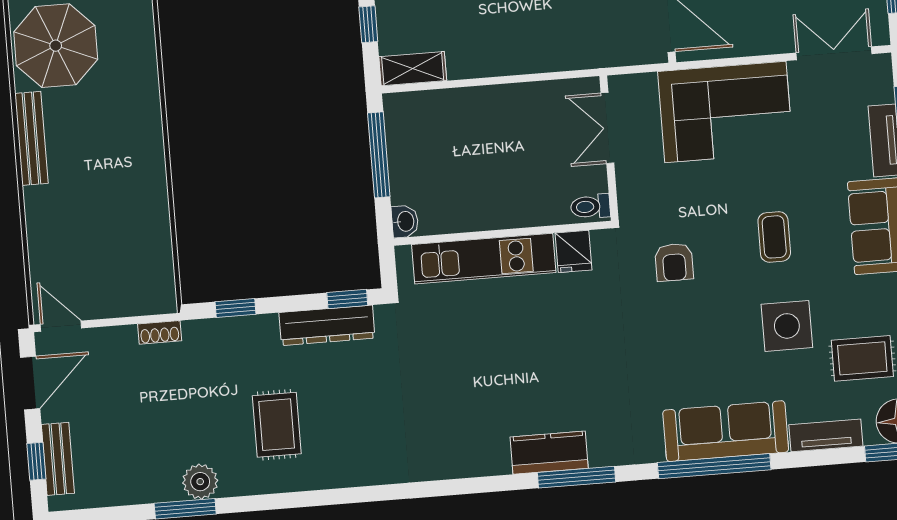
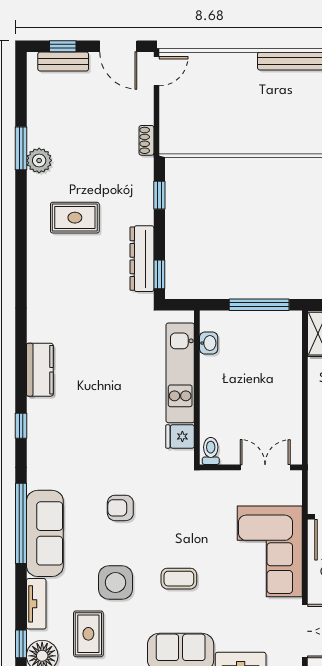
washbasin: (405, 221) -> (209, 343), moved, turned -90
armchair: (674, 262) -> (120, 508), moved
kitchen counter: (549, 453) -> (40, 370), moved
window: (576, 477) -> (21, 426), width x0.46

